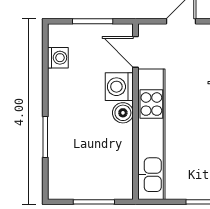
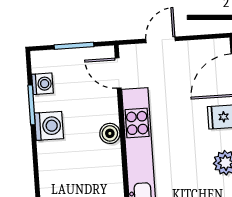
washing machine: (119, 87) -> (49, 126), moved, turned 180
window: (45, 137) -> (32, 105), moved

